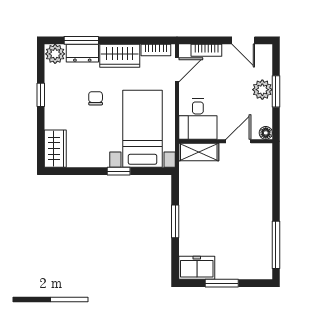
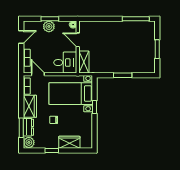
wardrobe: (55, 149) -> (69, 142), moved
freezer: (197, 268) -> (149, 63), removed

